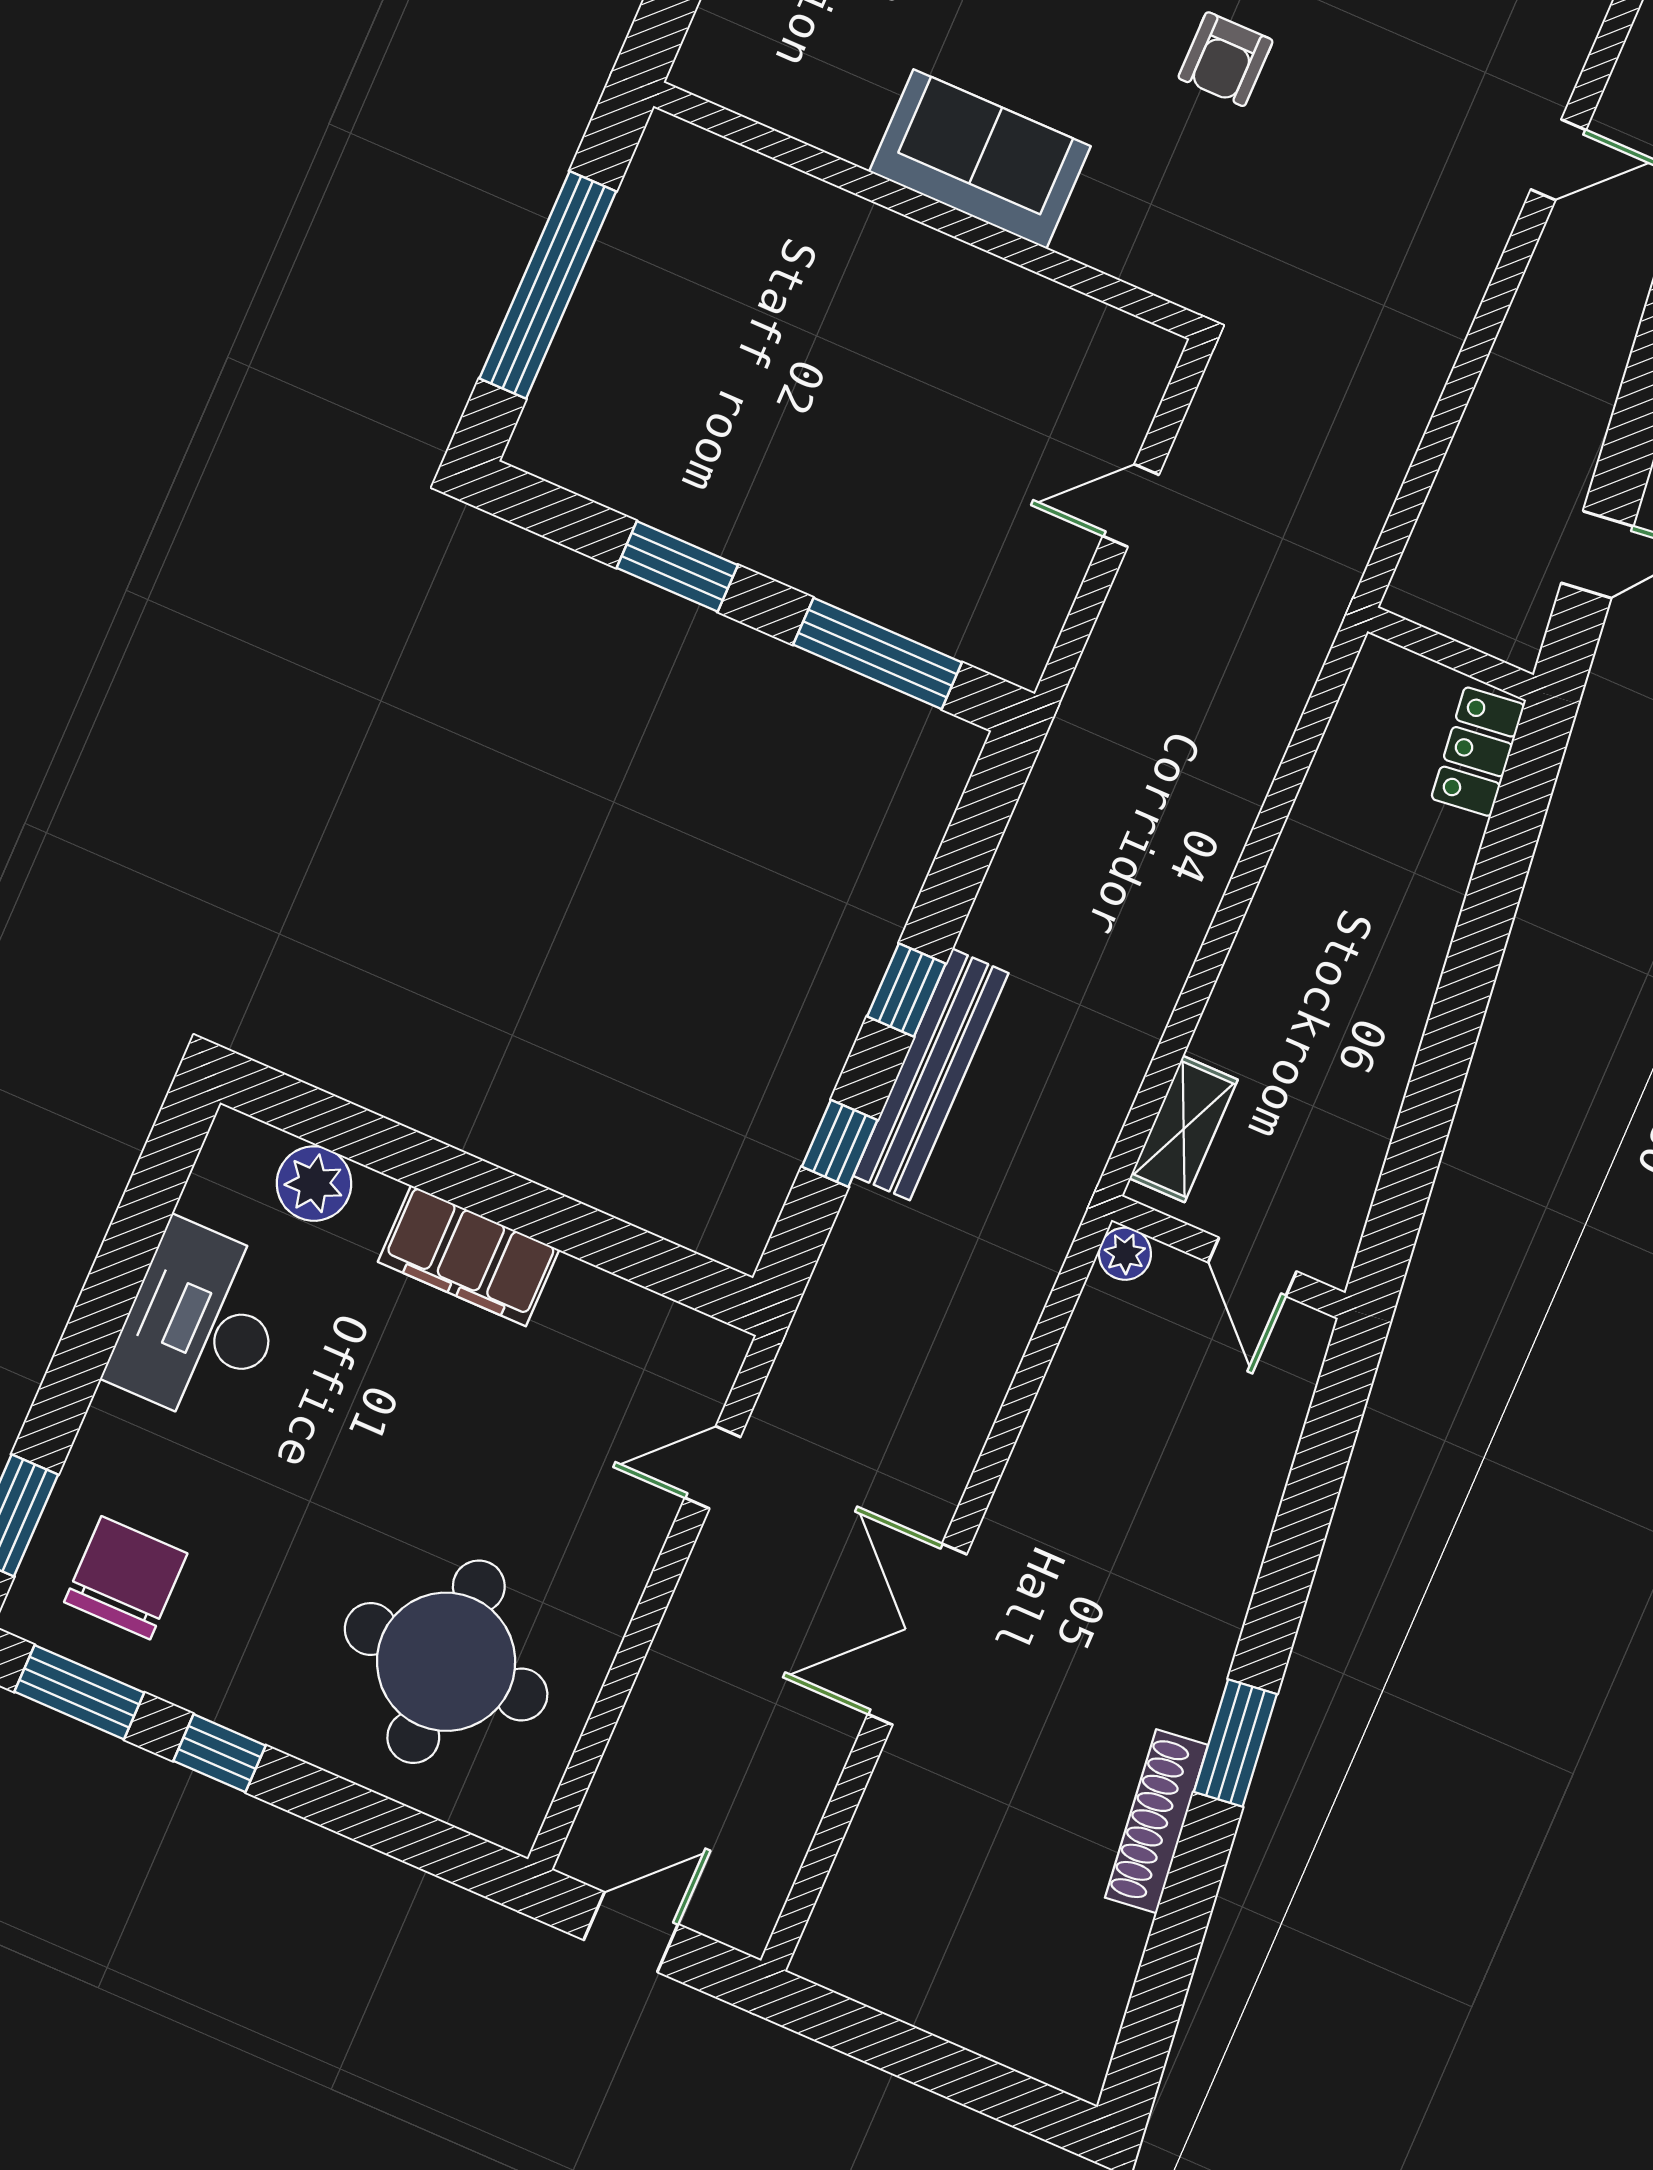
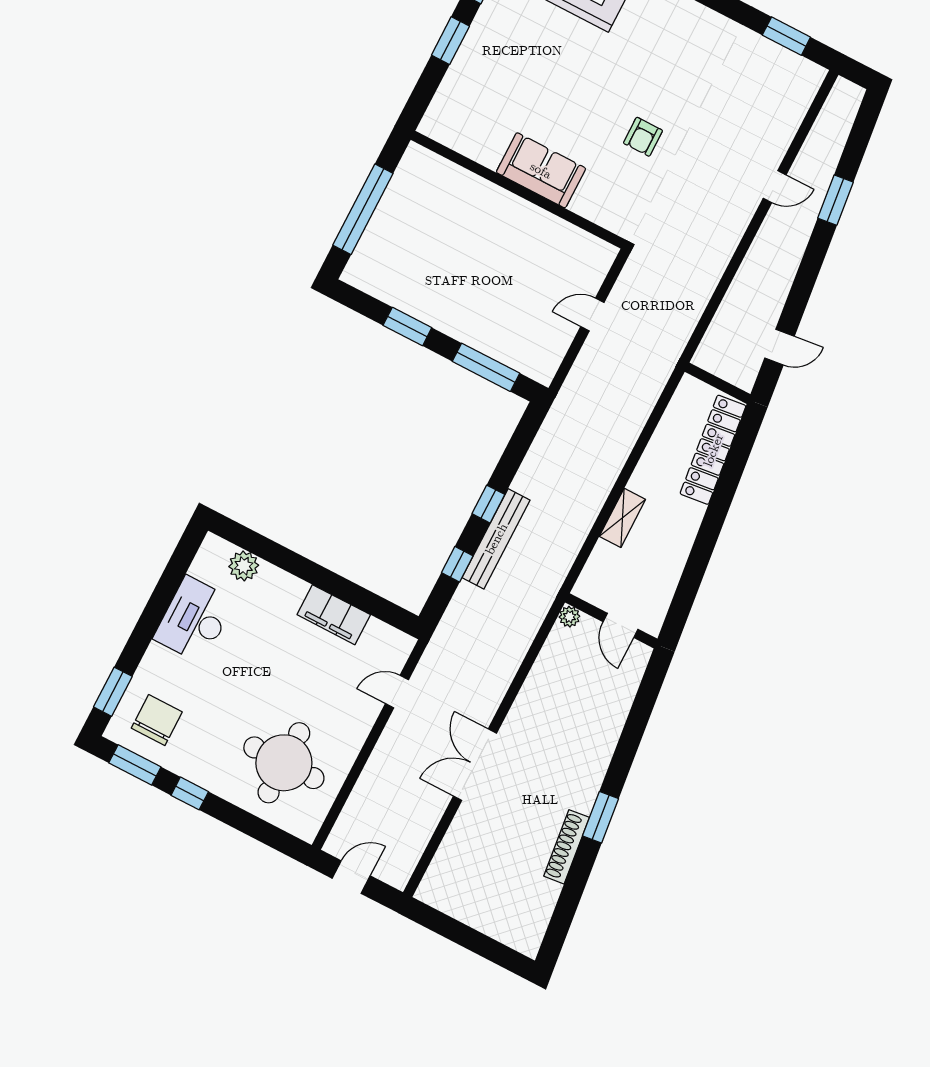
locker: (1478, 752) -> (713, 450), width x2.16, depth x1.21
shelving: (1184, 1129) -> (622, 518), moved
filing cabinet: (469, 1256) -> (334, 615), moved

